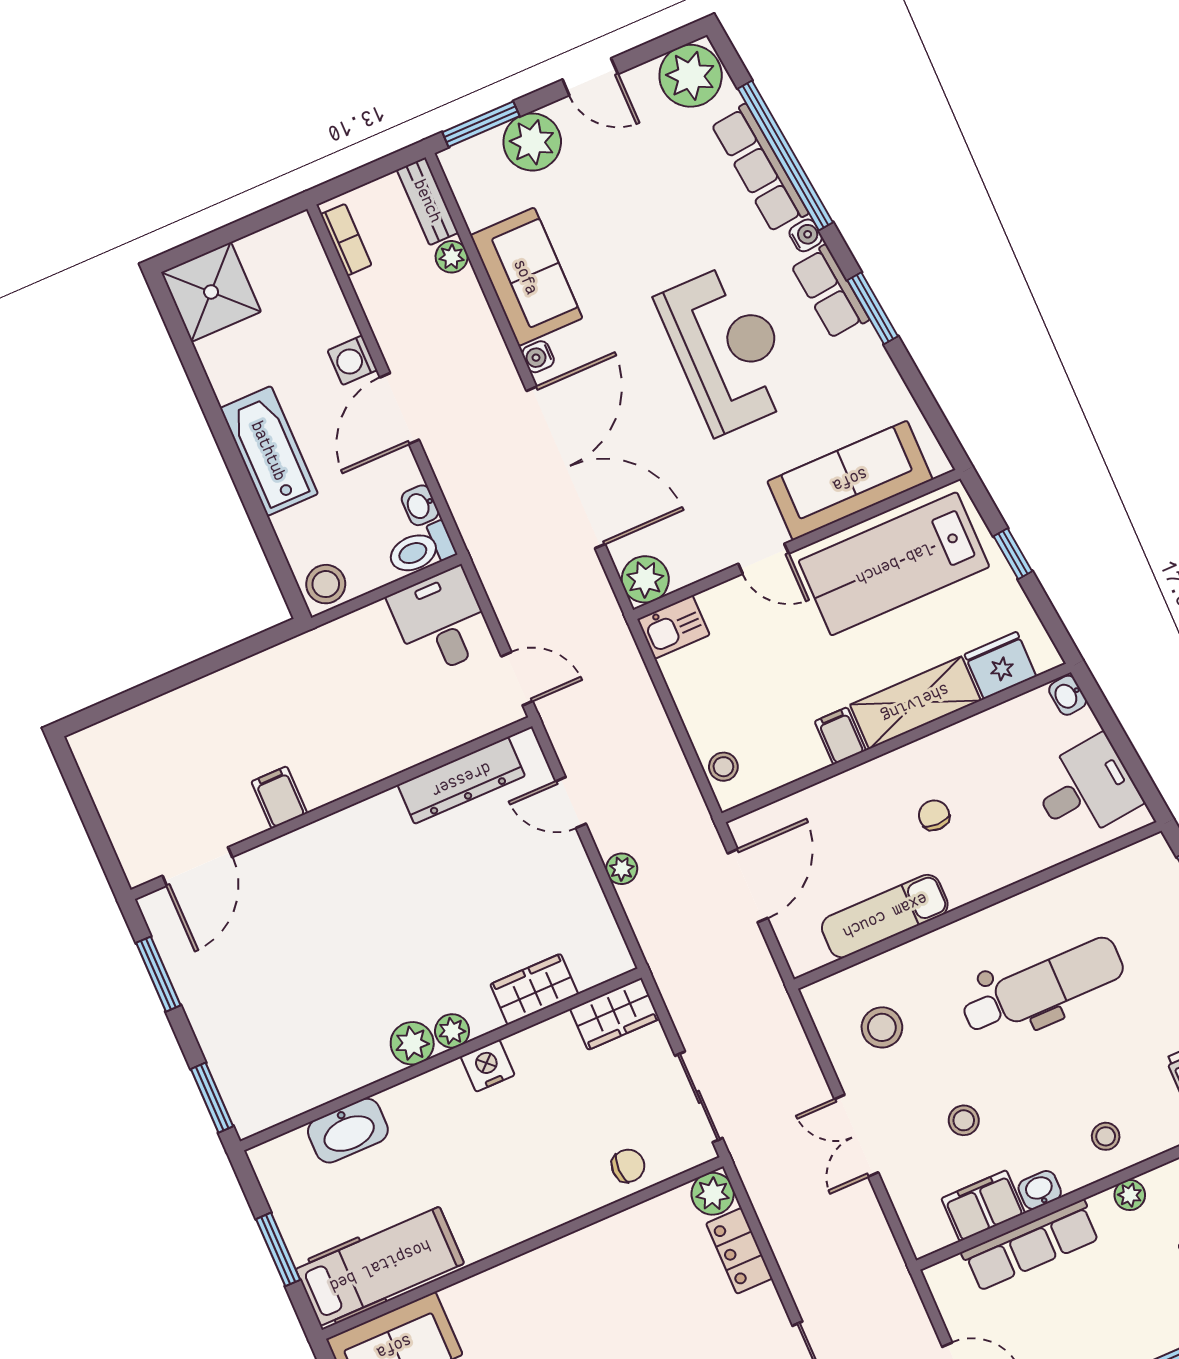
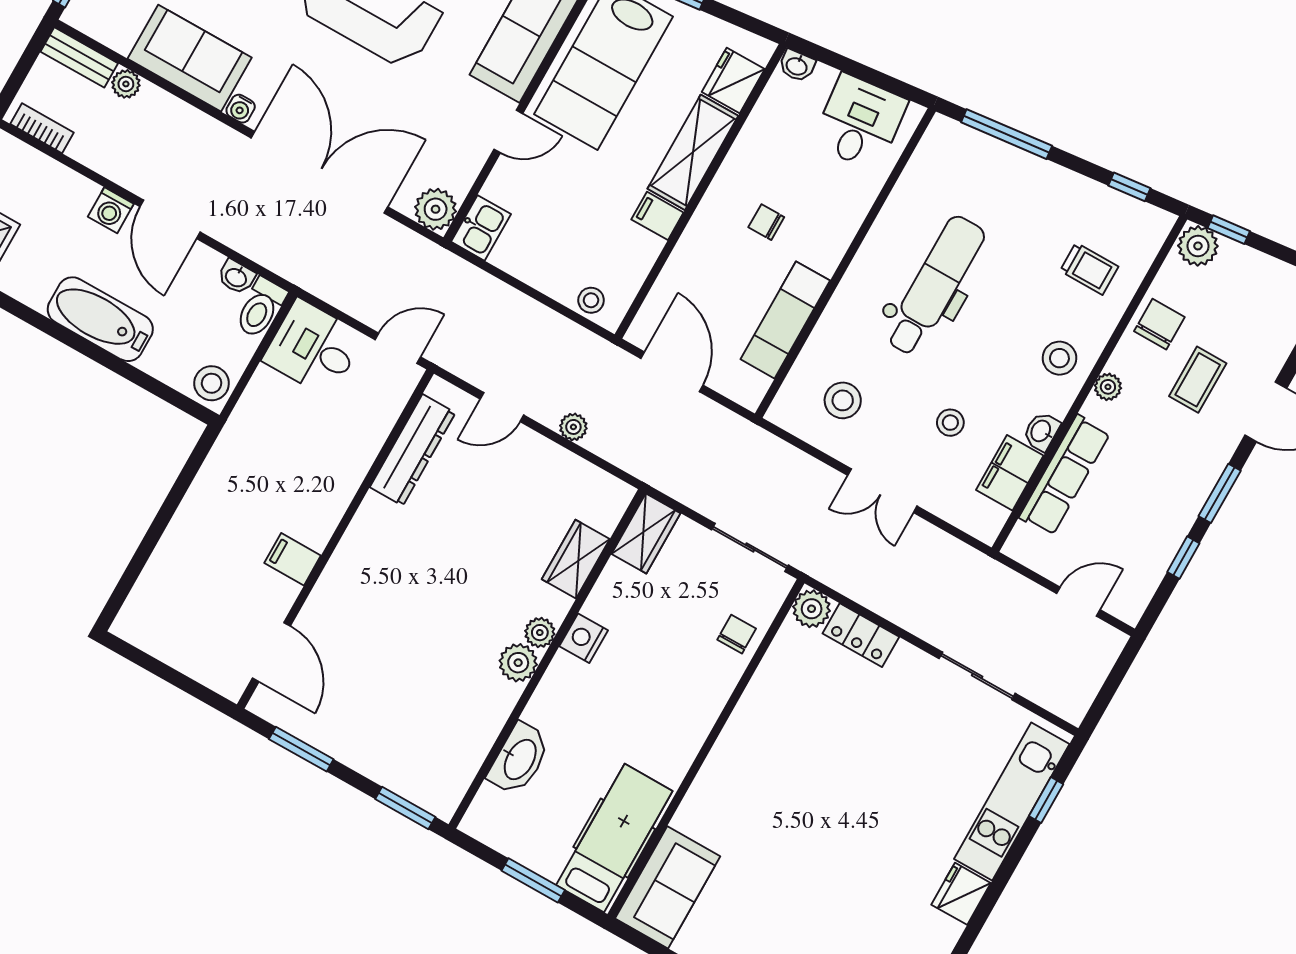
stool: (1106, 1136) -> (1059, 358), width x1.37, depth x1.37

